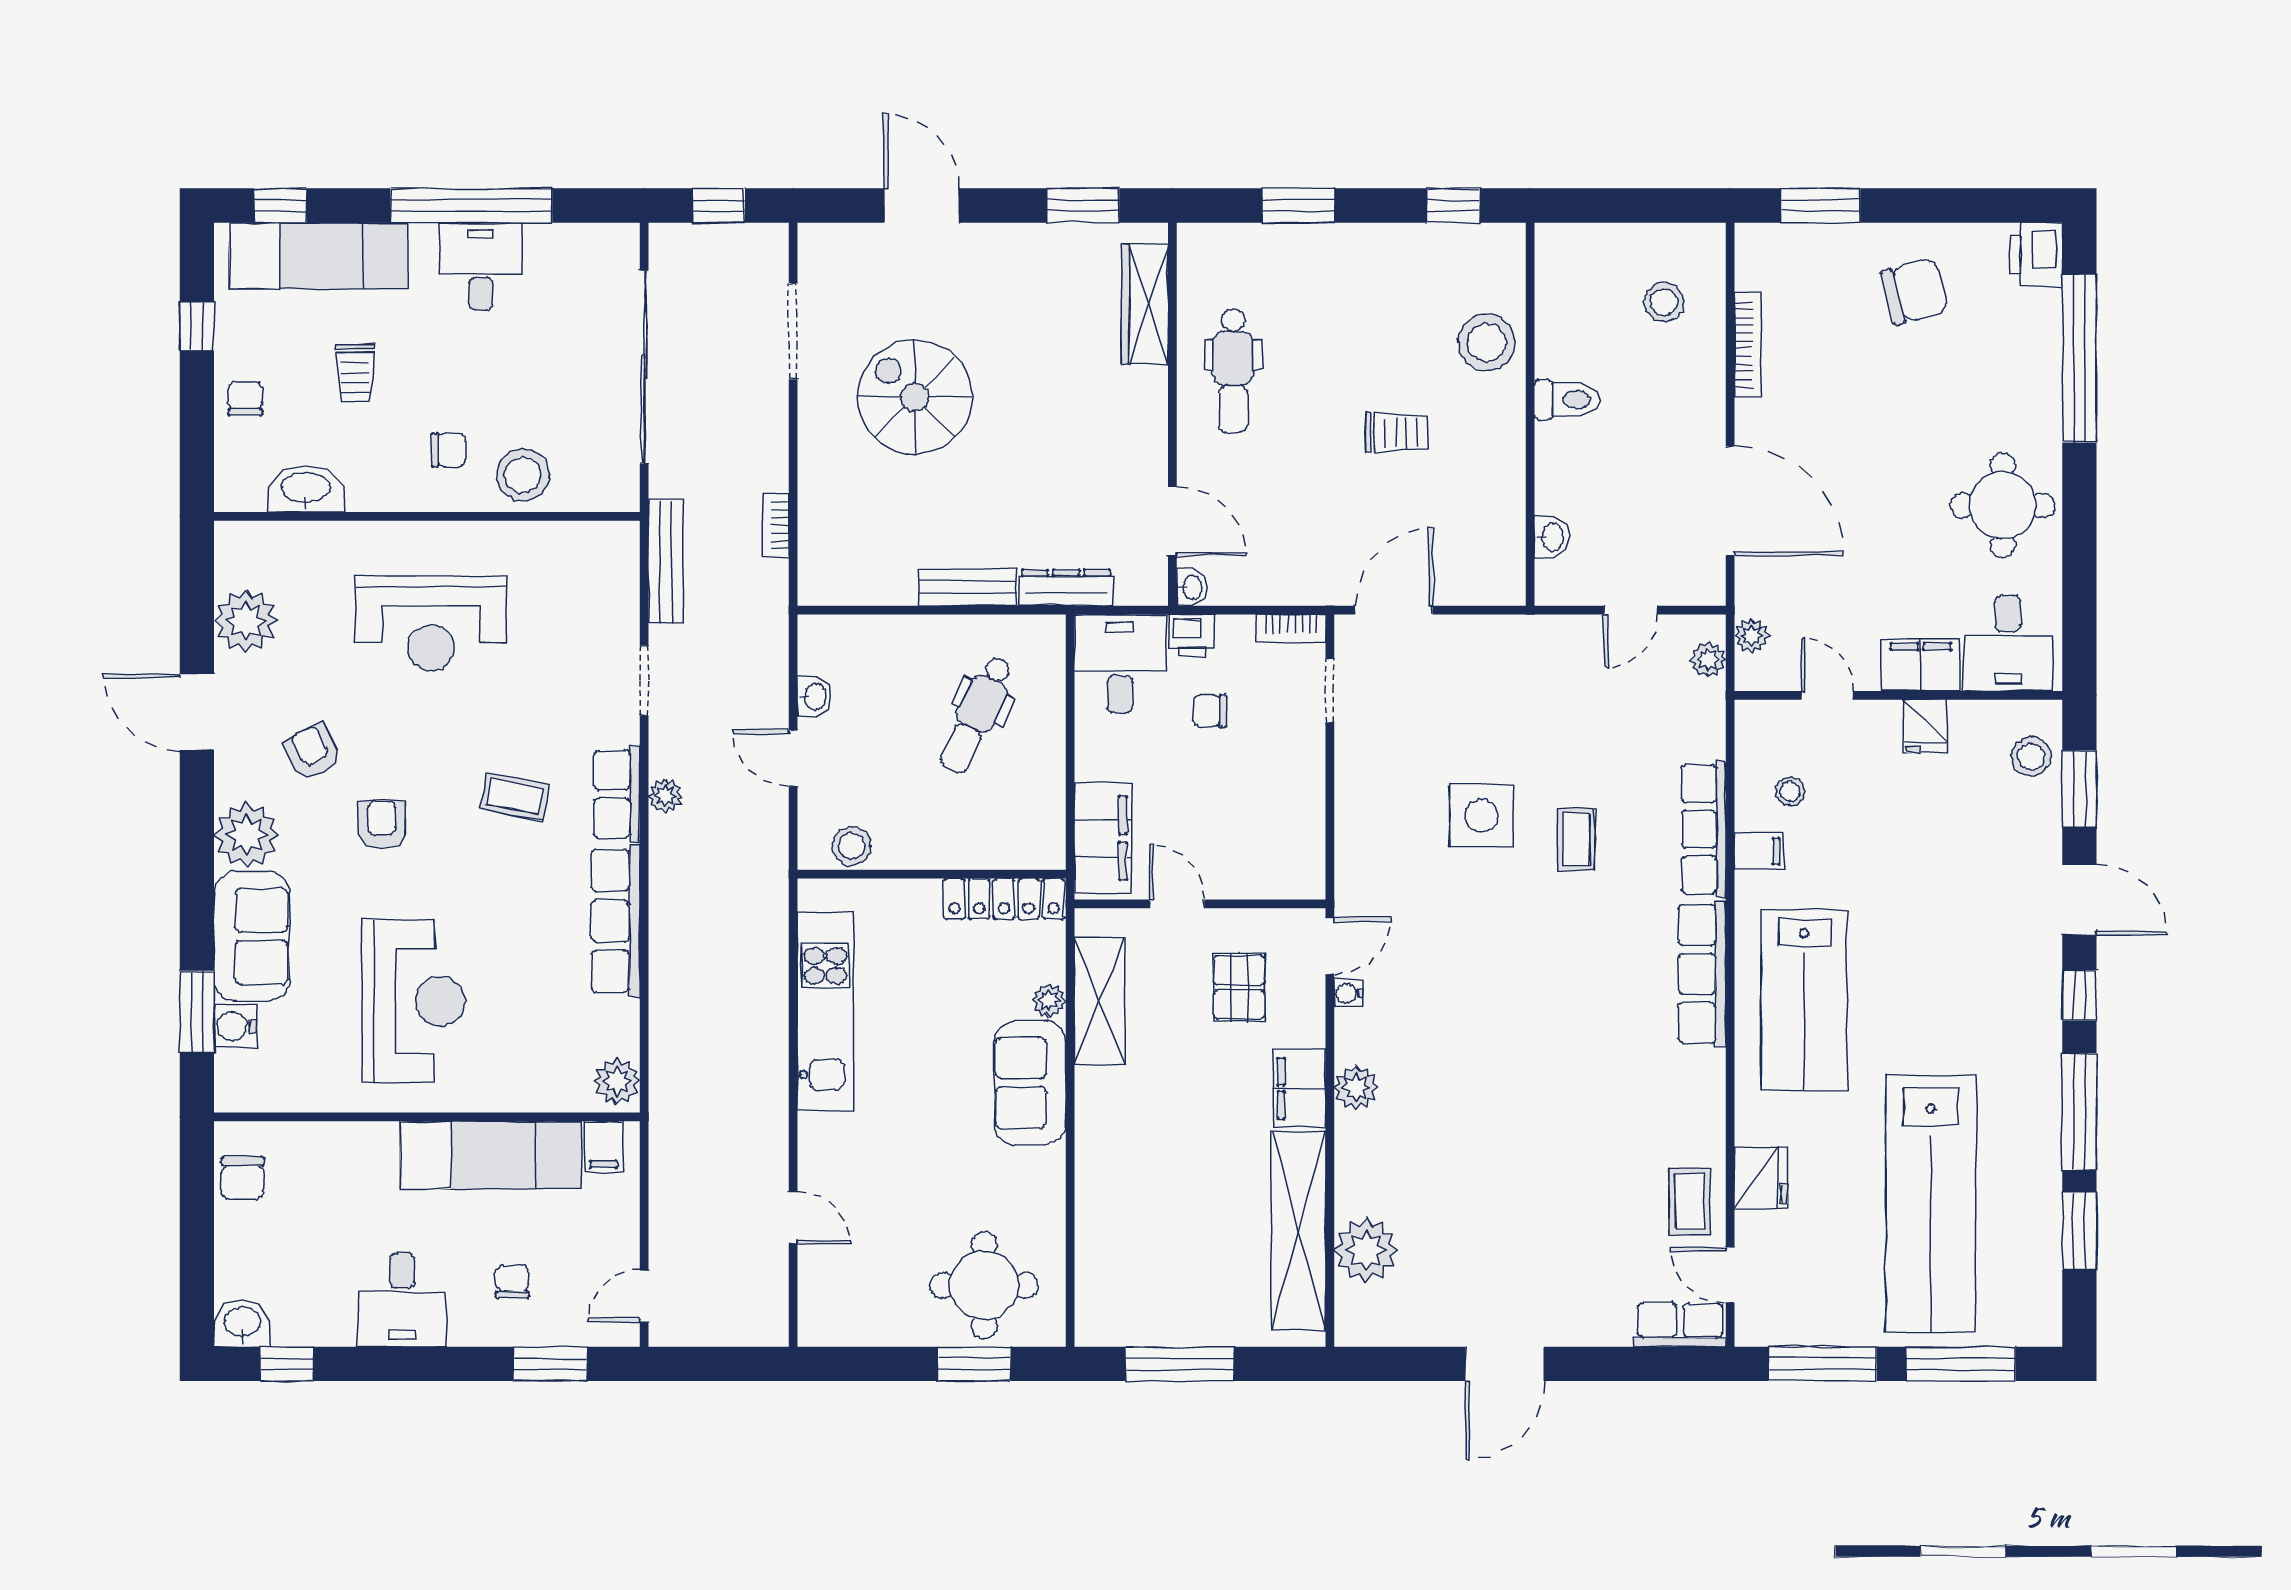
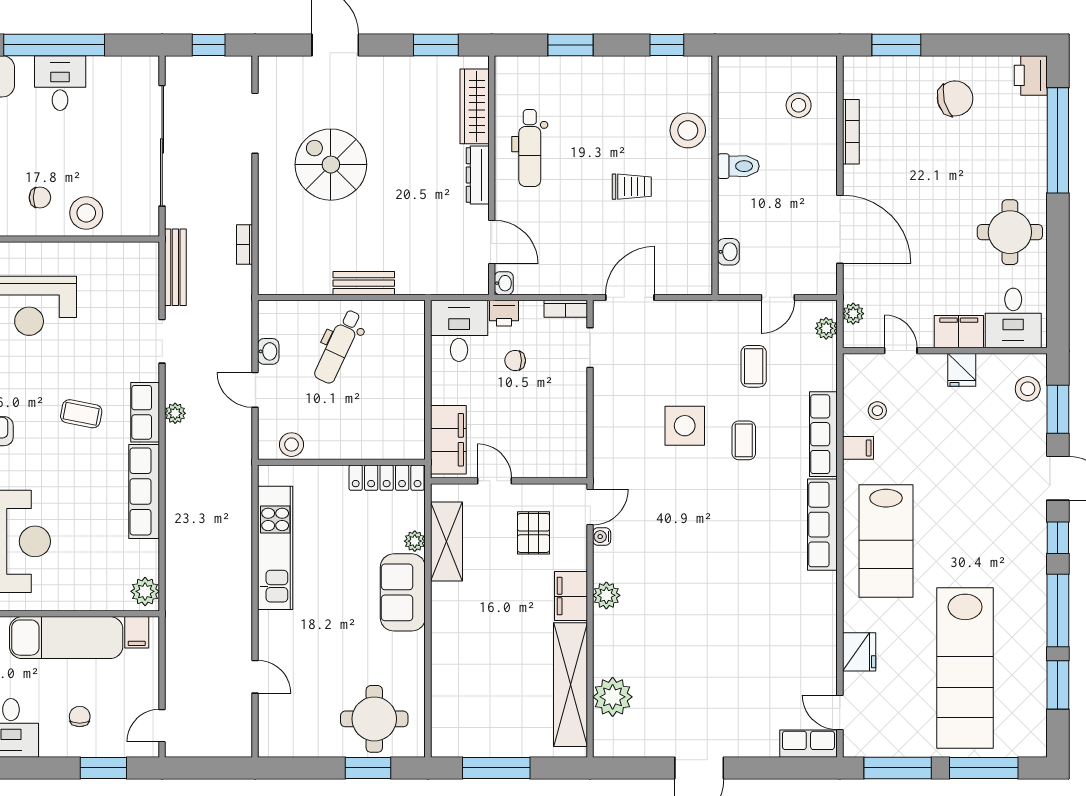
dresser: (1066, 588) -> (478, 175), moved, turned -90
dental chair: (977, 715) -> (338, 346), moved
coffee table: (1689, 1202) -> (754, 366), moved

